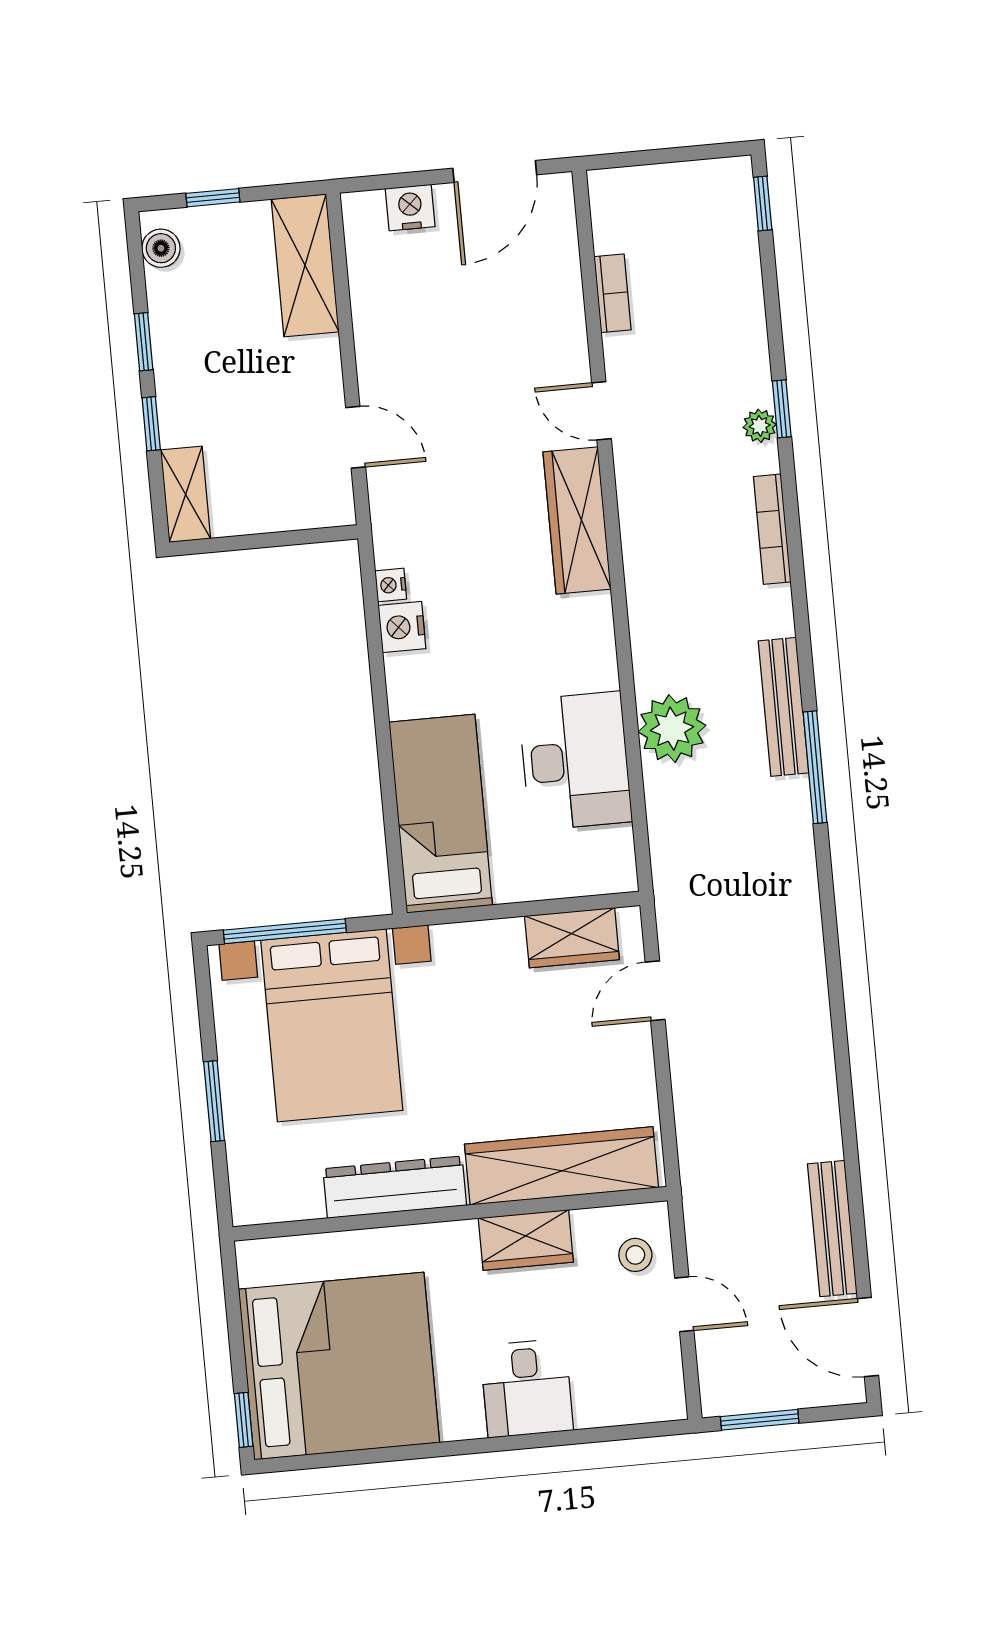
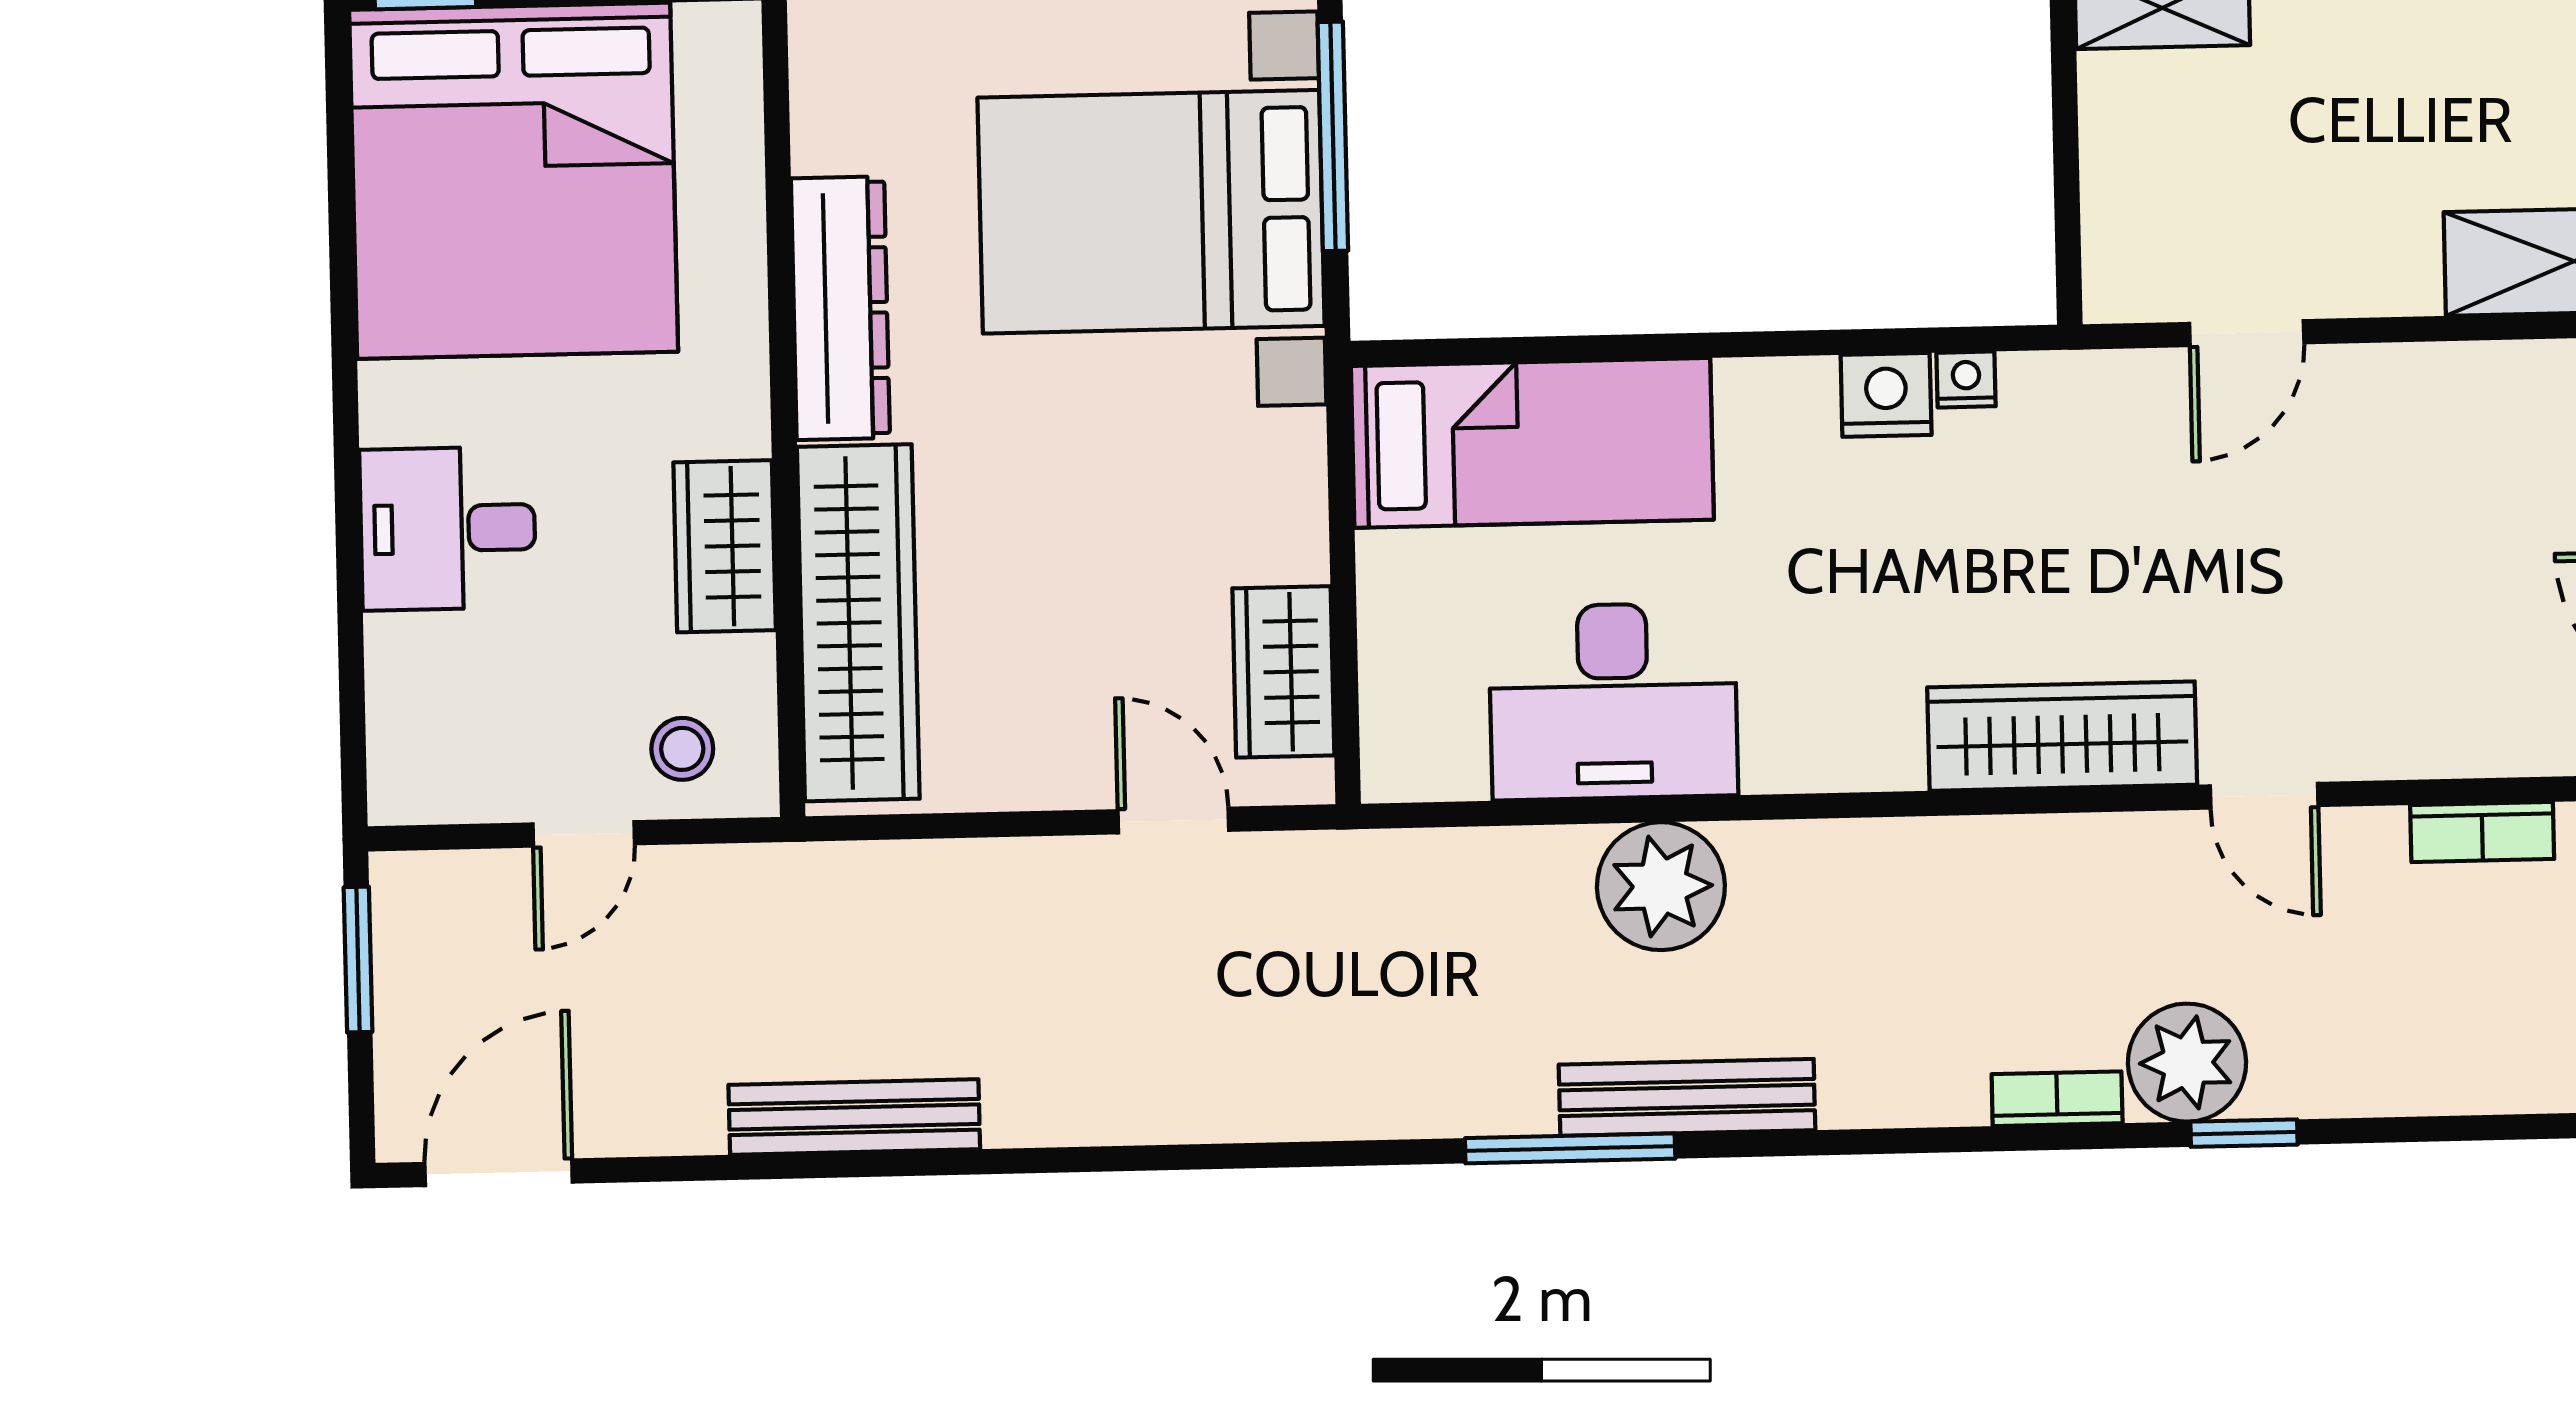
door: (601, 411) -> (2264, 796), swing flipped
plant: (760, 426) -> (2187, 1063), width x1.88, depth x1.88
bookcase: (772, 529) -> (2057, 1099), width x0.64
bench: (832, 1229) -> (854, 1117), moved

